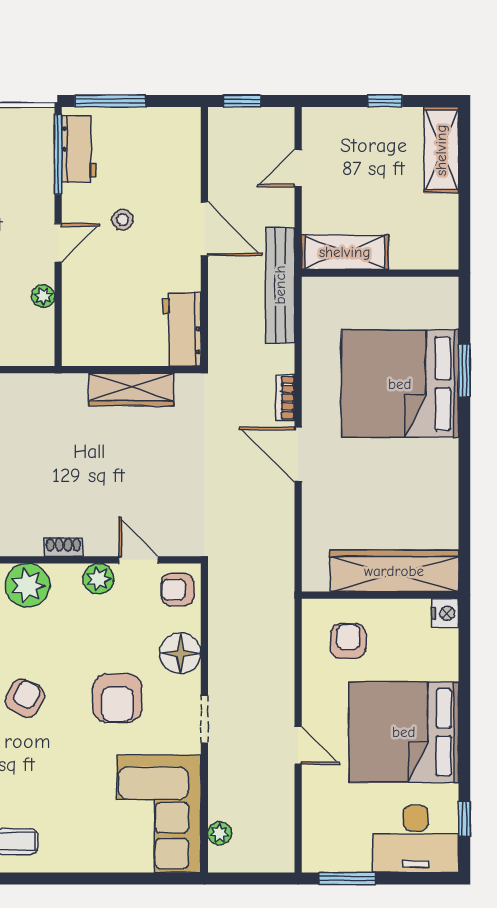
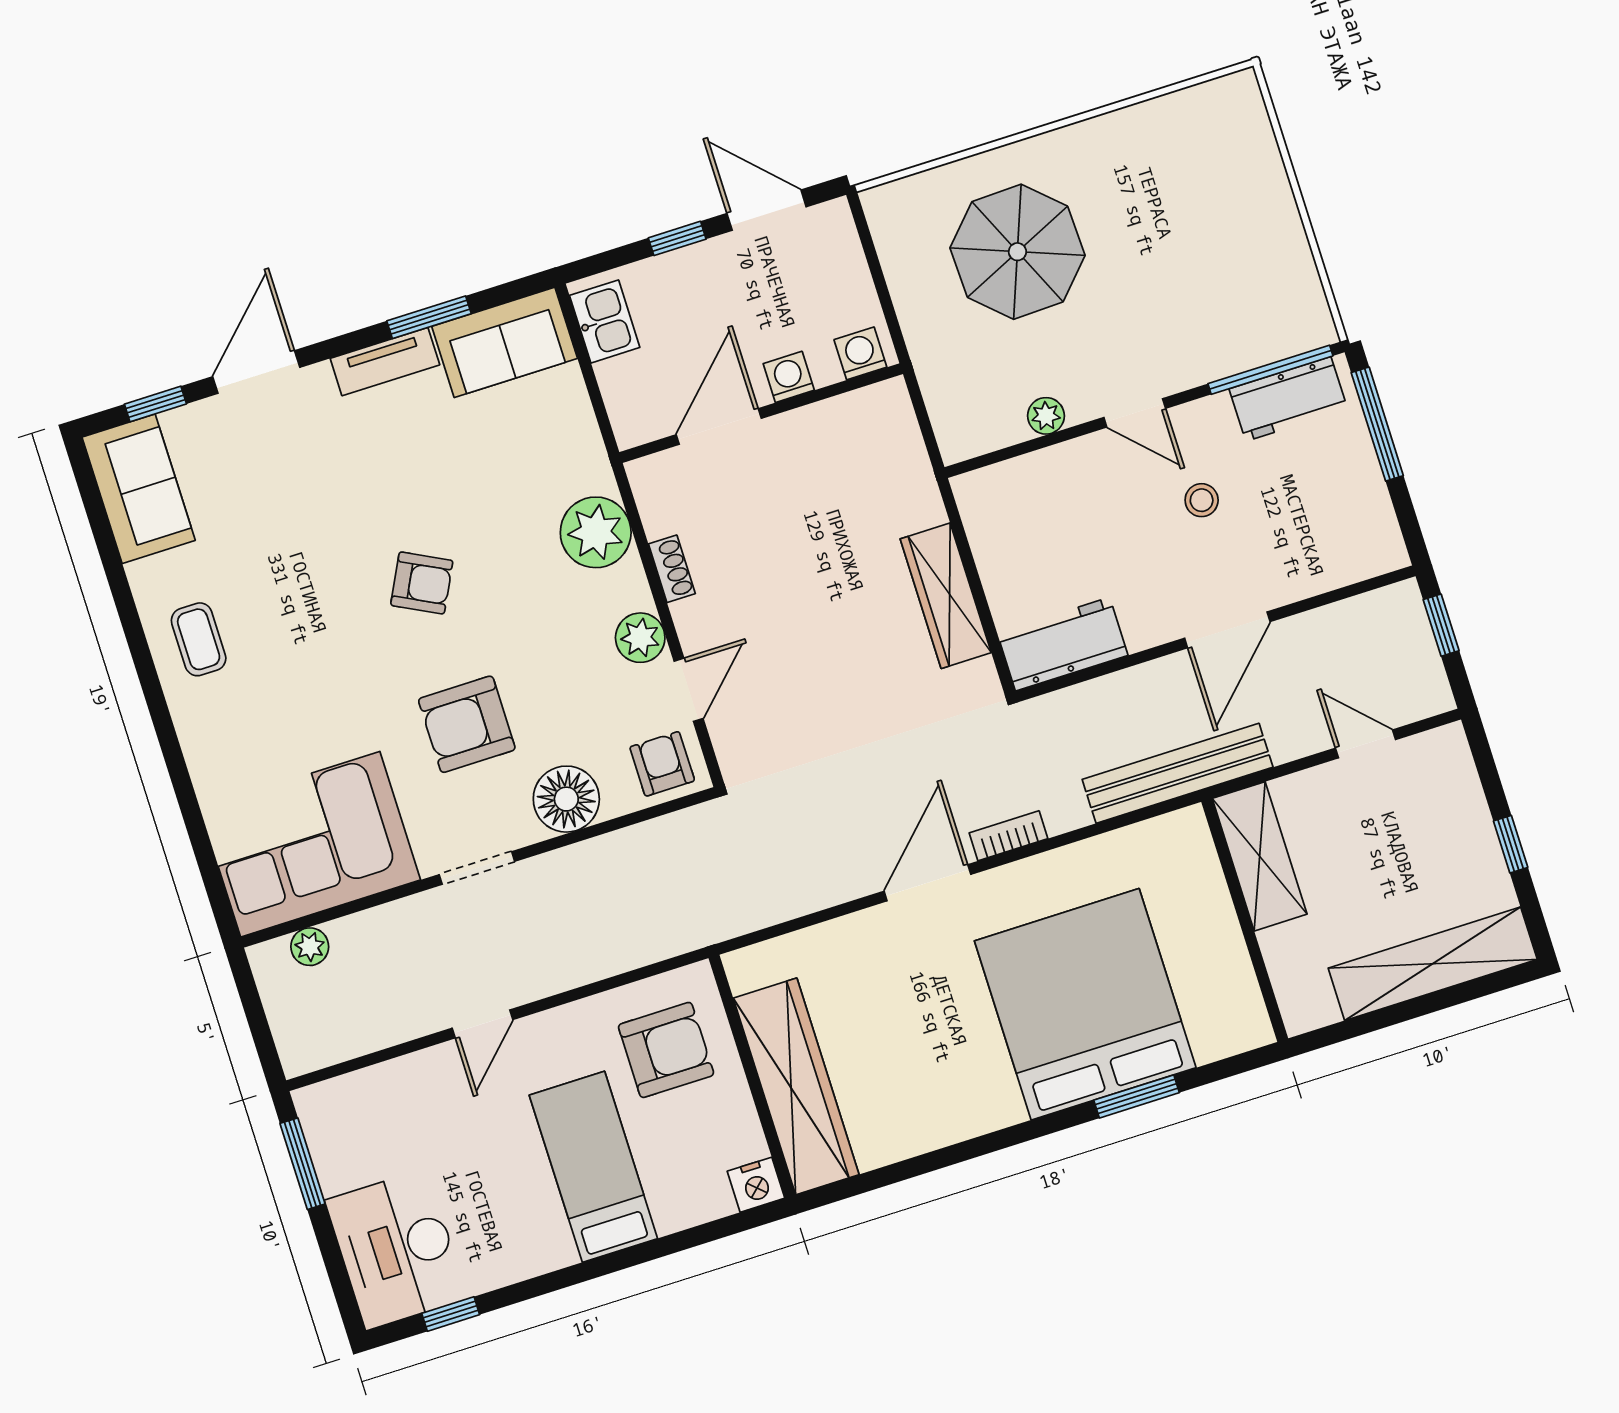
shelving: (441, 150) -> (1433, 964), width x1.47
armchair: (348, 641) -> (666, 1050), width x1.38, depth x1.38
bed: (404, 732) -> (593, 1167), width x0.49

